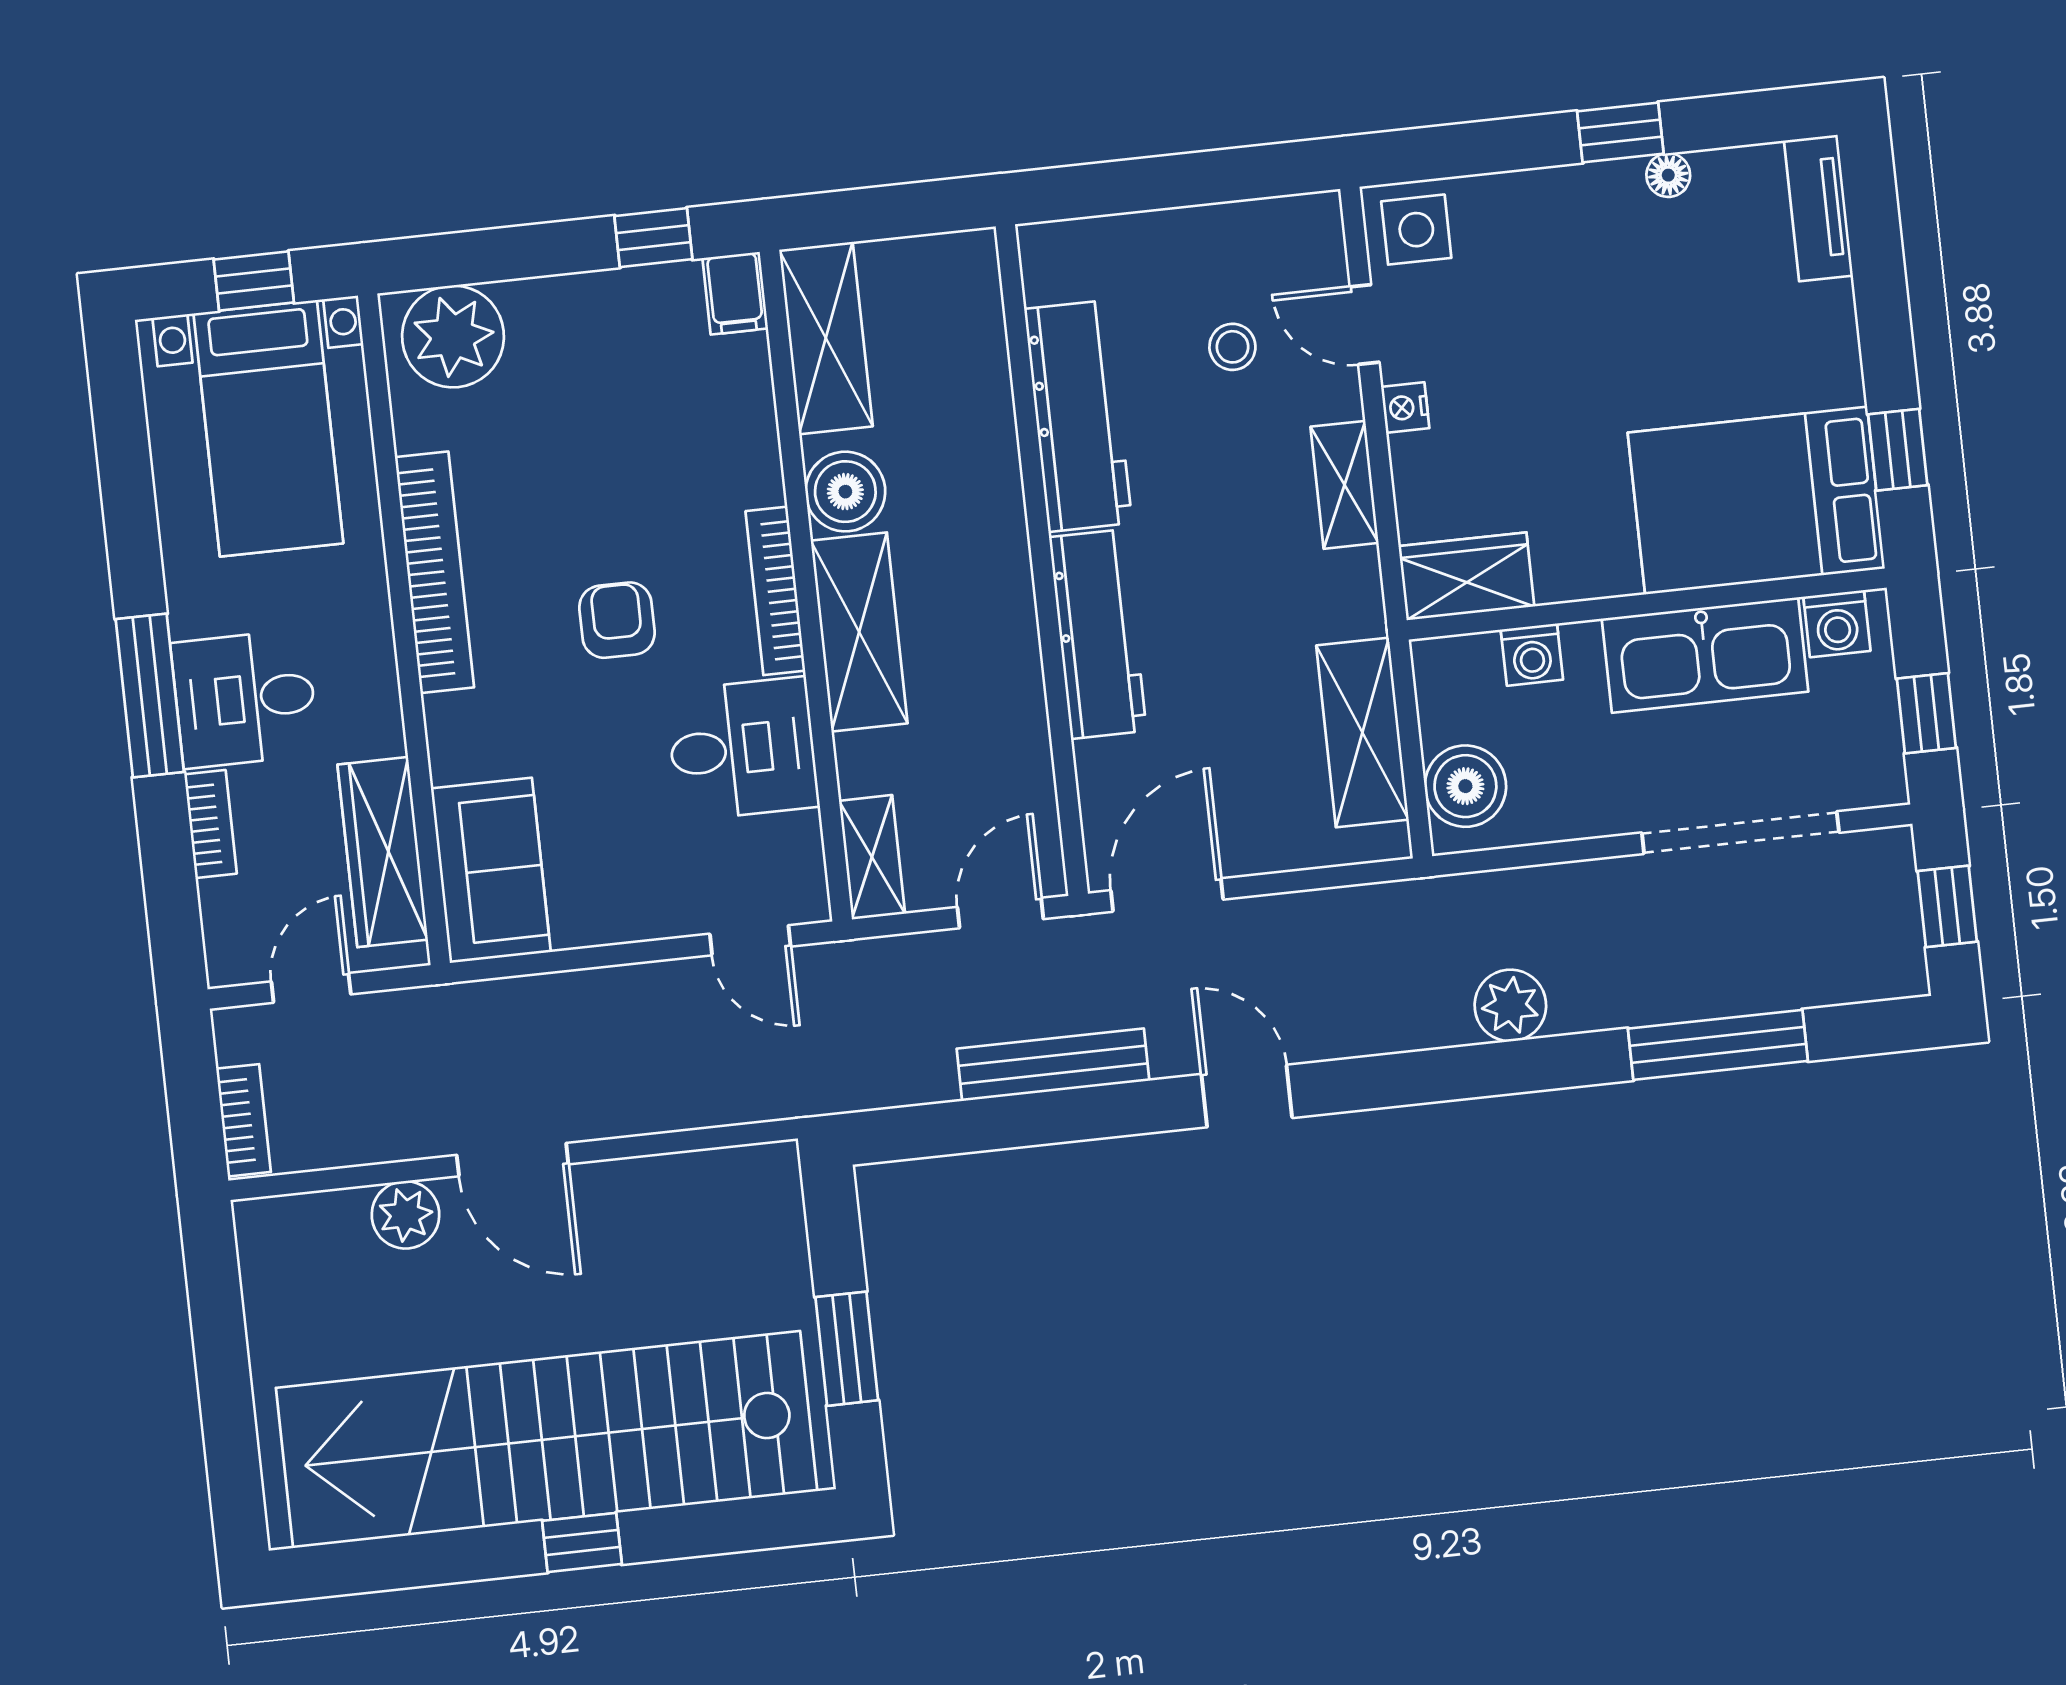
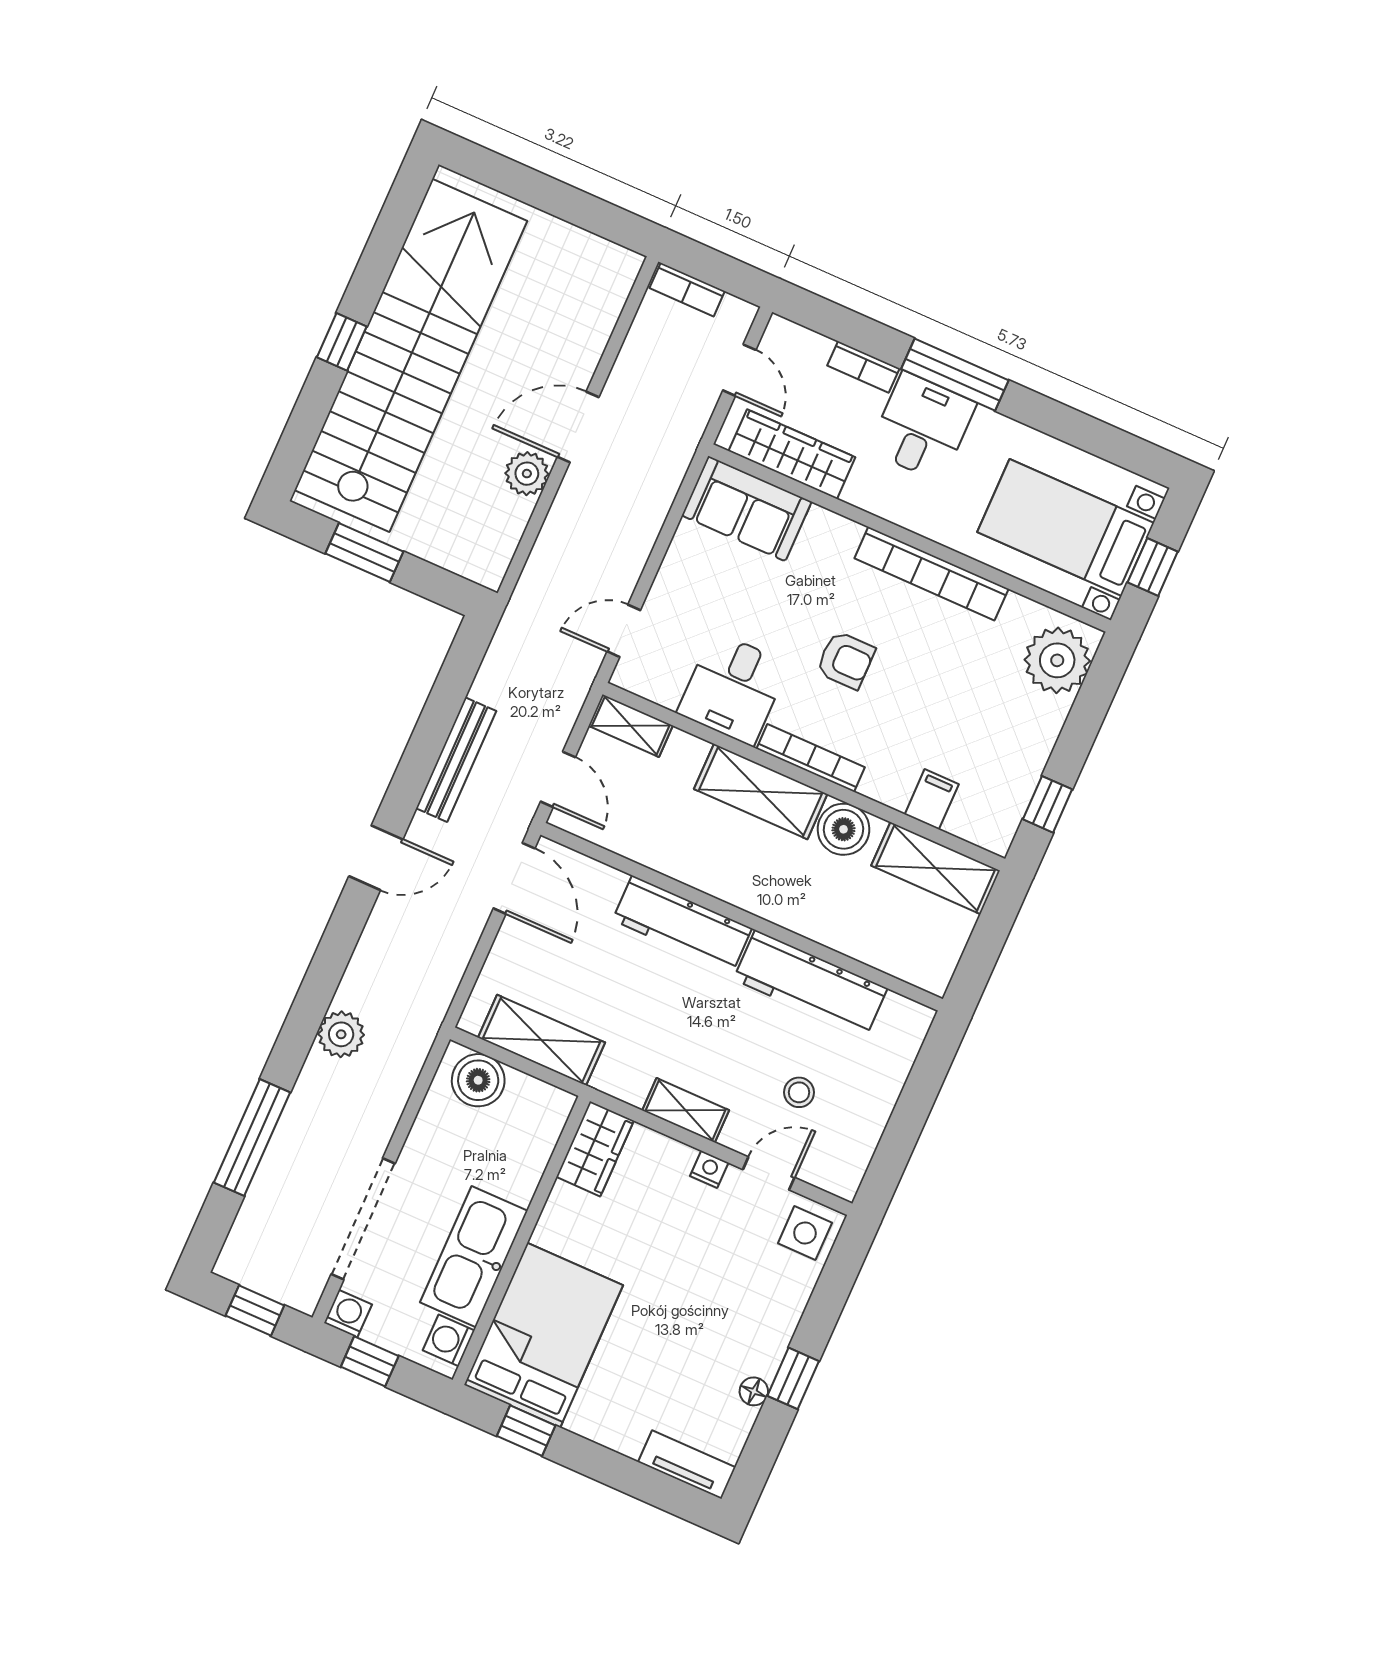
filing cabinet: (735, 293) -> (932, 799), moved, turned 90
washing machine: (1532, 655) -> (348, 1314), moved, turned 90
plant: (405, 1215) -> (527, 474), moved

